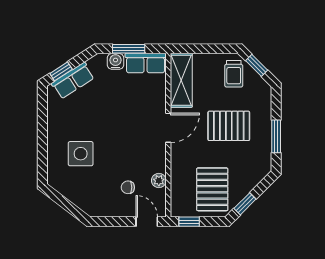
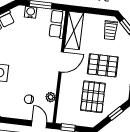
row of seats: (146, 63) -> (57, 24), moved, turned 90
pallet: (212, 189) -> (93, 97), moved
window: (245, 204) -> (116, 114), moved

